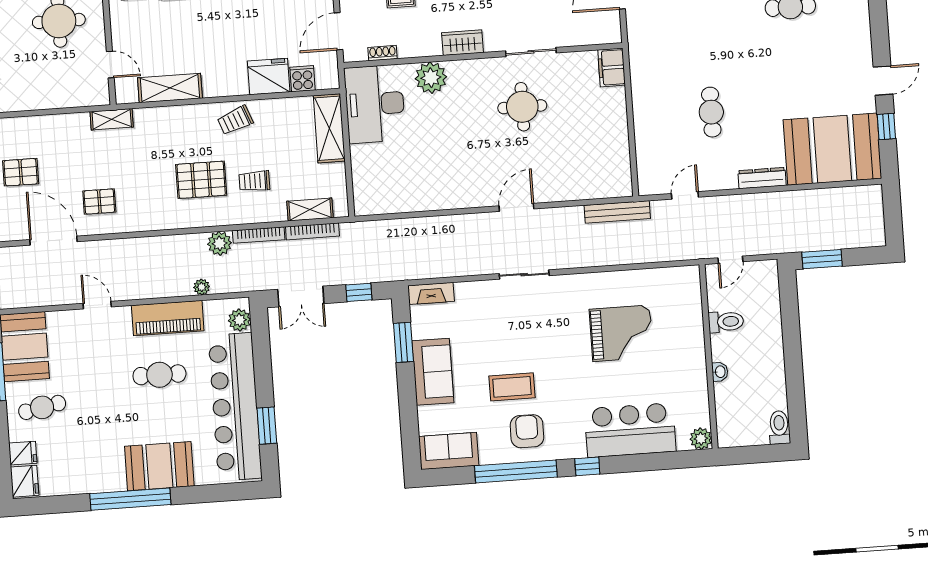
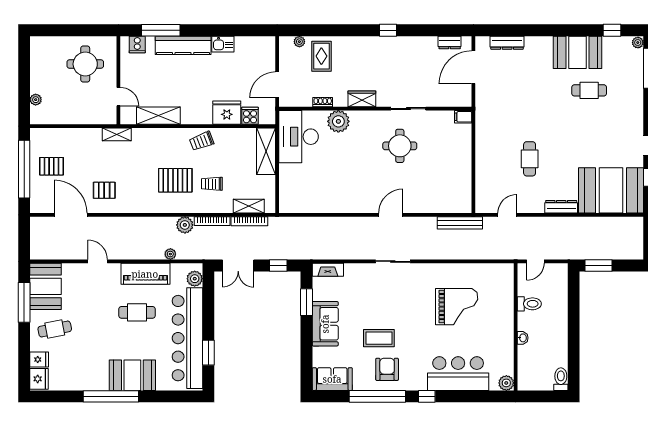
shoe rack: (383, 53) -> (323, 102), moved
filing cabinet: (612, 67) -> (463, 117), width x0.50

